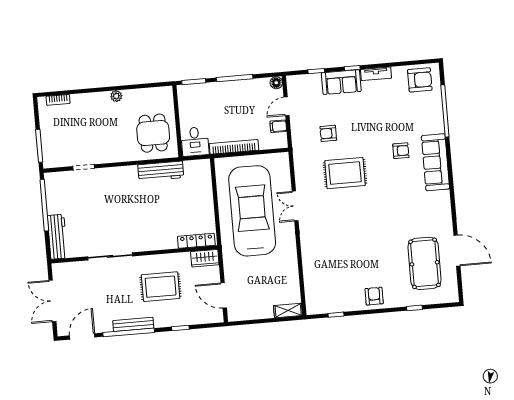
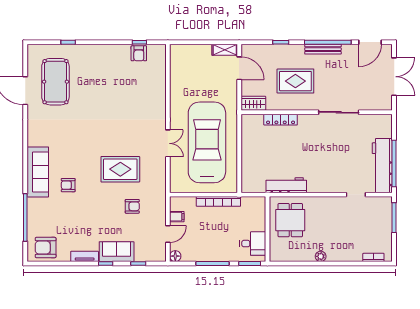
desk: (195, 142) -> (253, 244), moved, turned 90
car: (252, 211) -> (207, 142), turned 180
workbench: (57, 237) -> (382, 166), moved, width x1.36, depth x1.32
locker: (196, 241) -> (281, 120), moved
armchair: (374, 296) -> (139, 53), moved
shelving: (288, 310) -> (225, 50), moved

